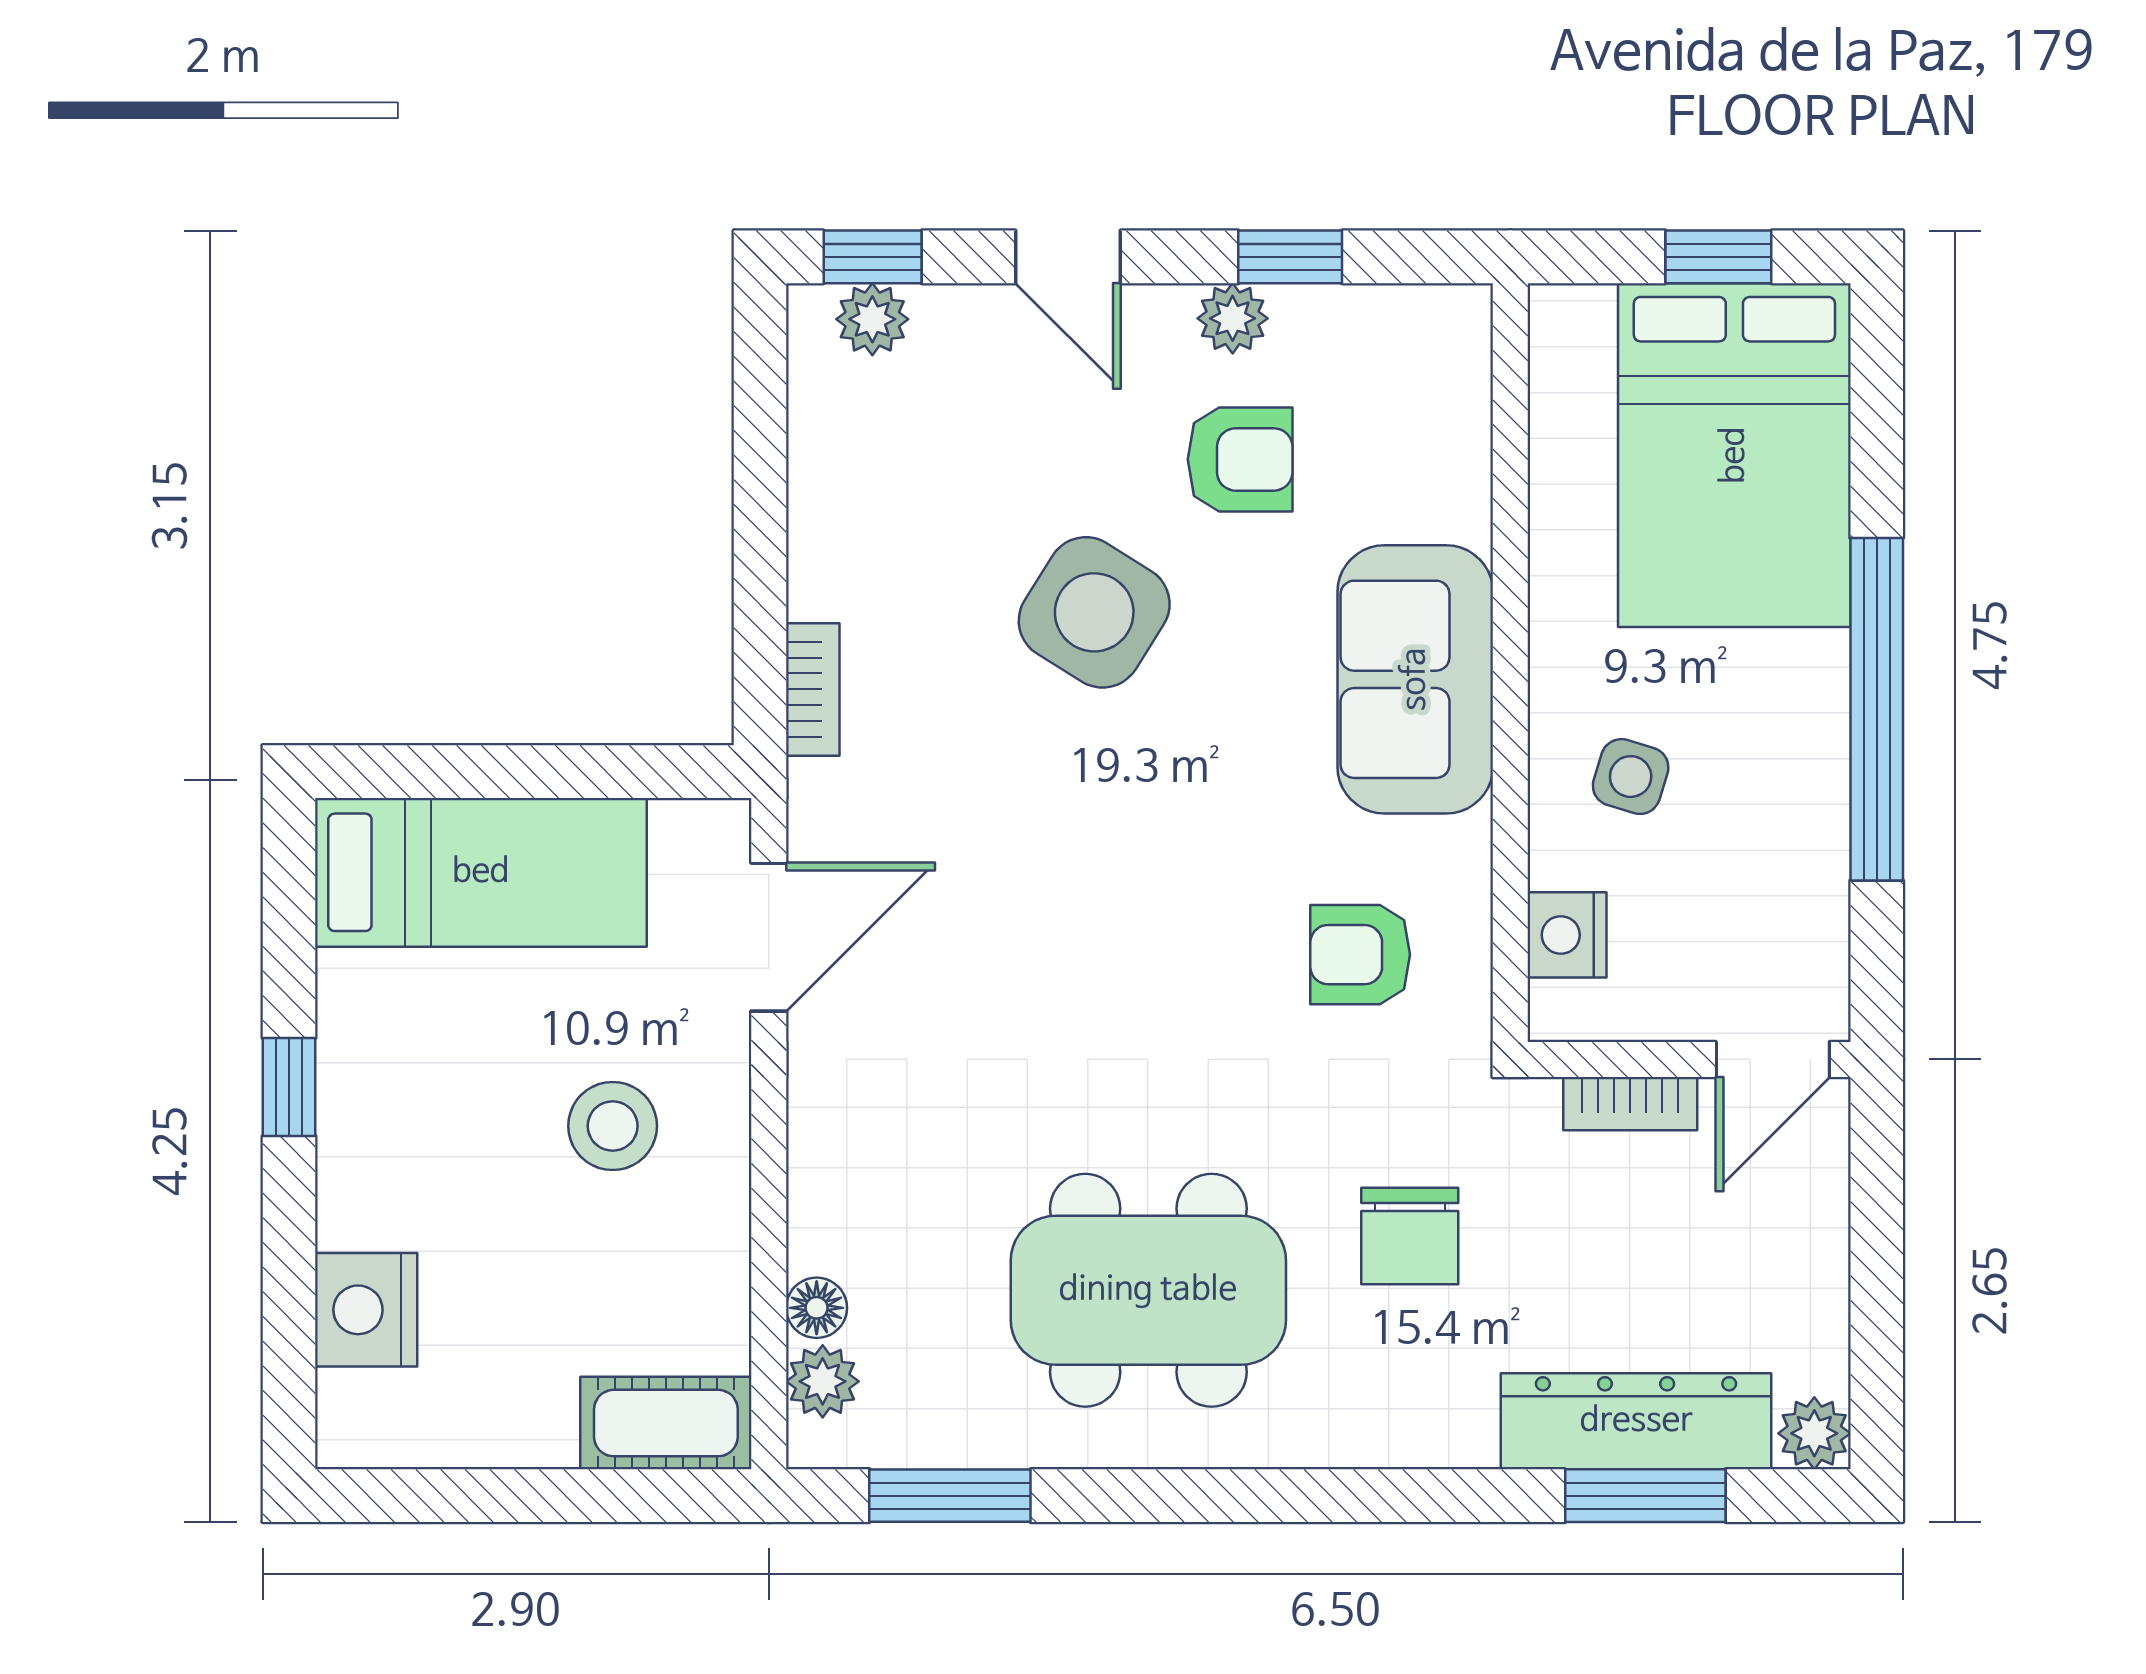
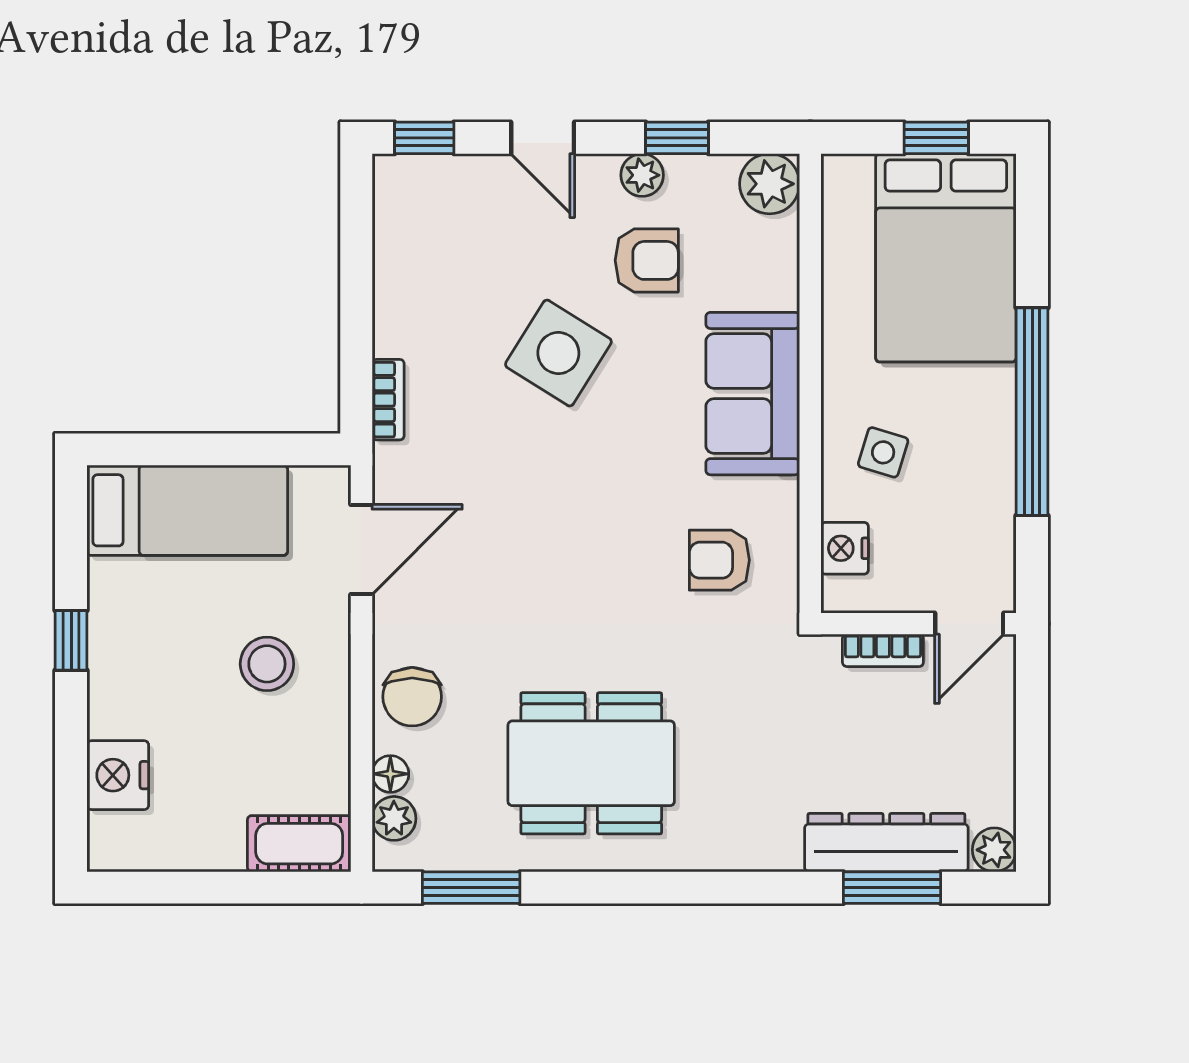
plant: (872, 319) -> (770, 184), moved, width x1.38, depth x1.38
chair: (1410, 1236) -> (412, 697), moved

